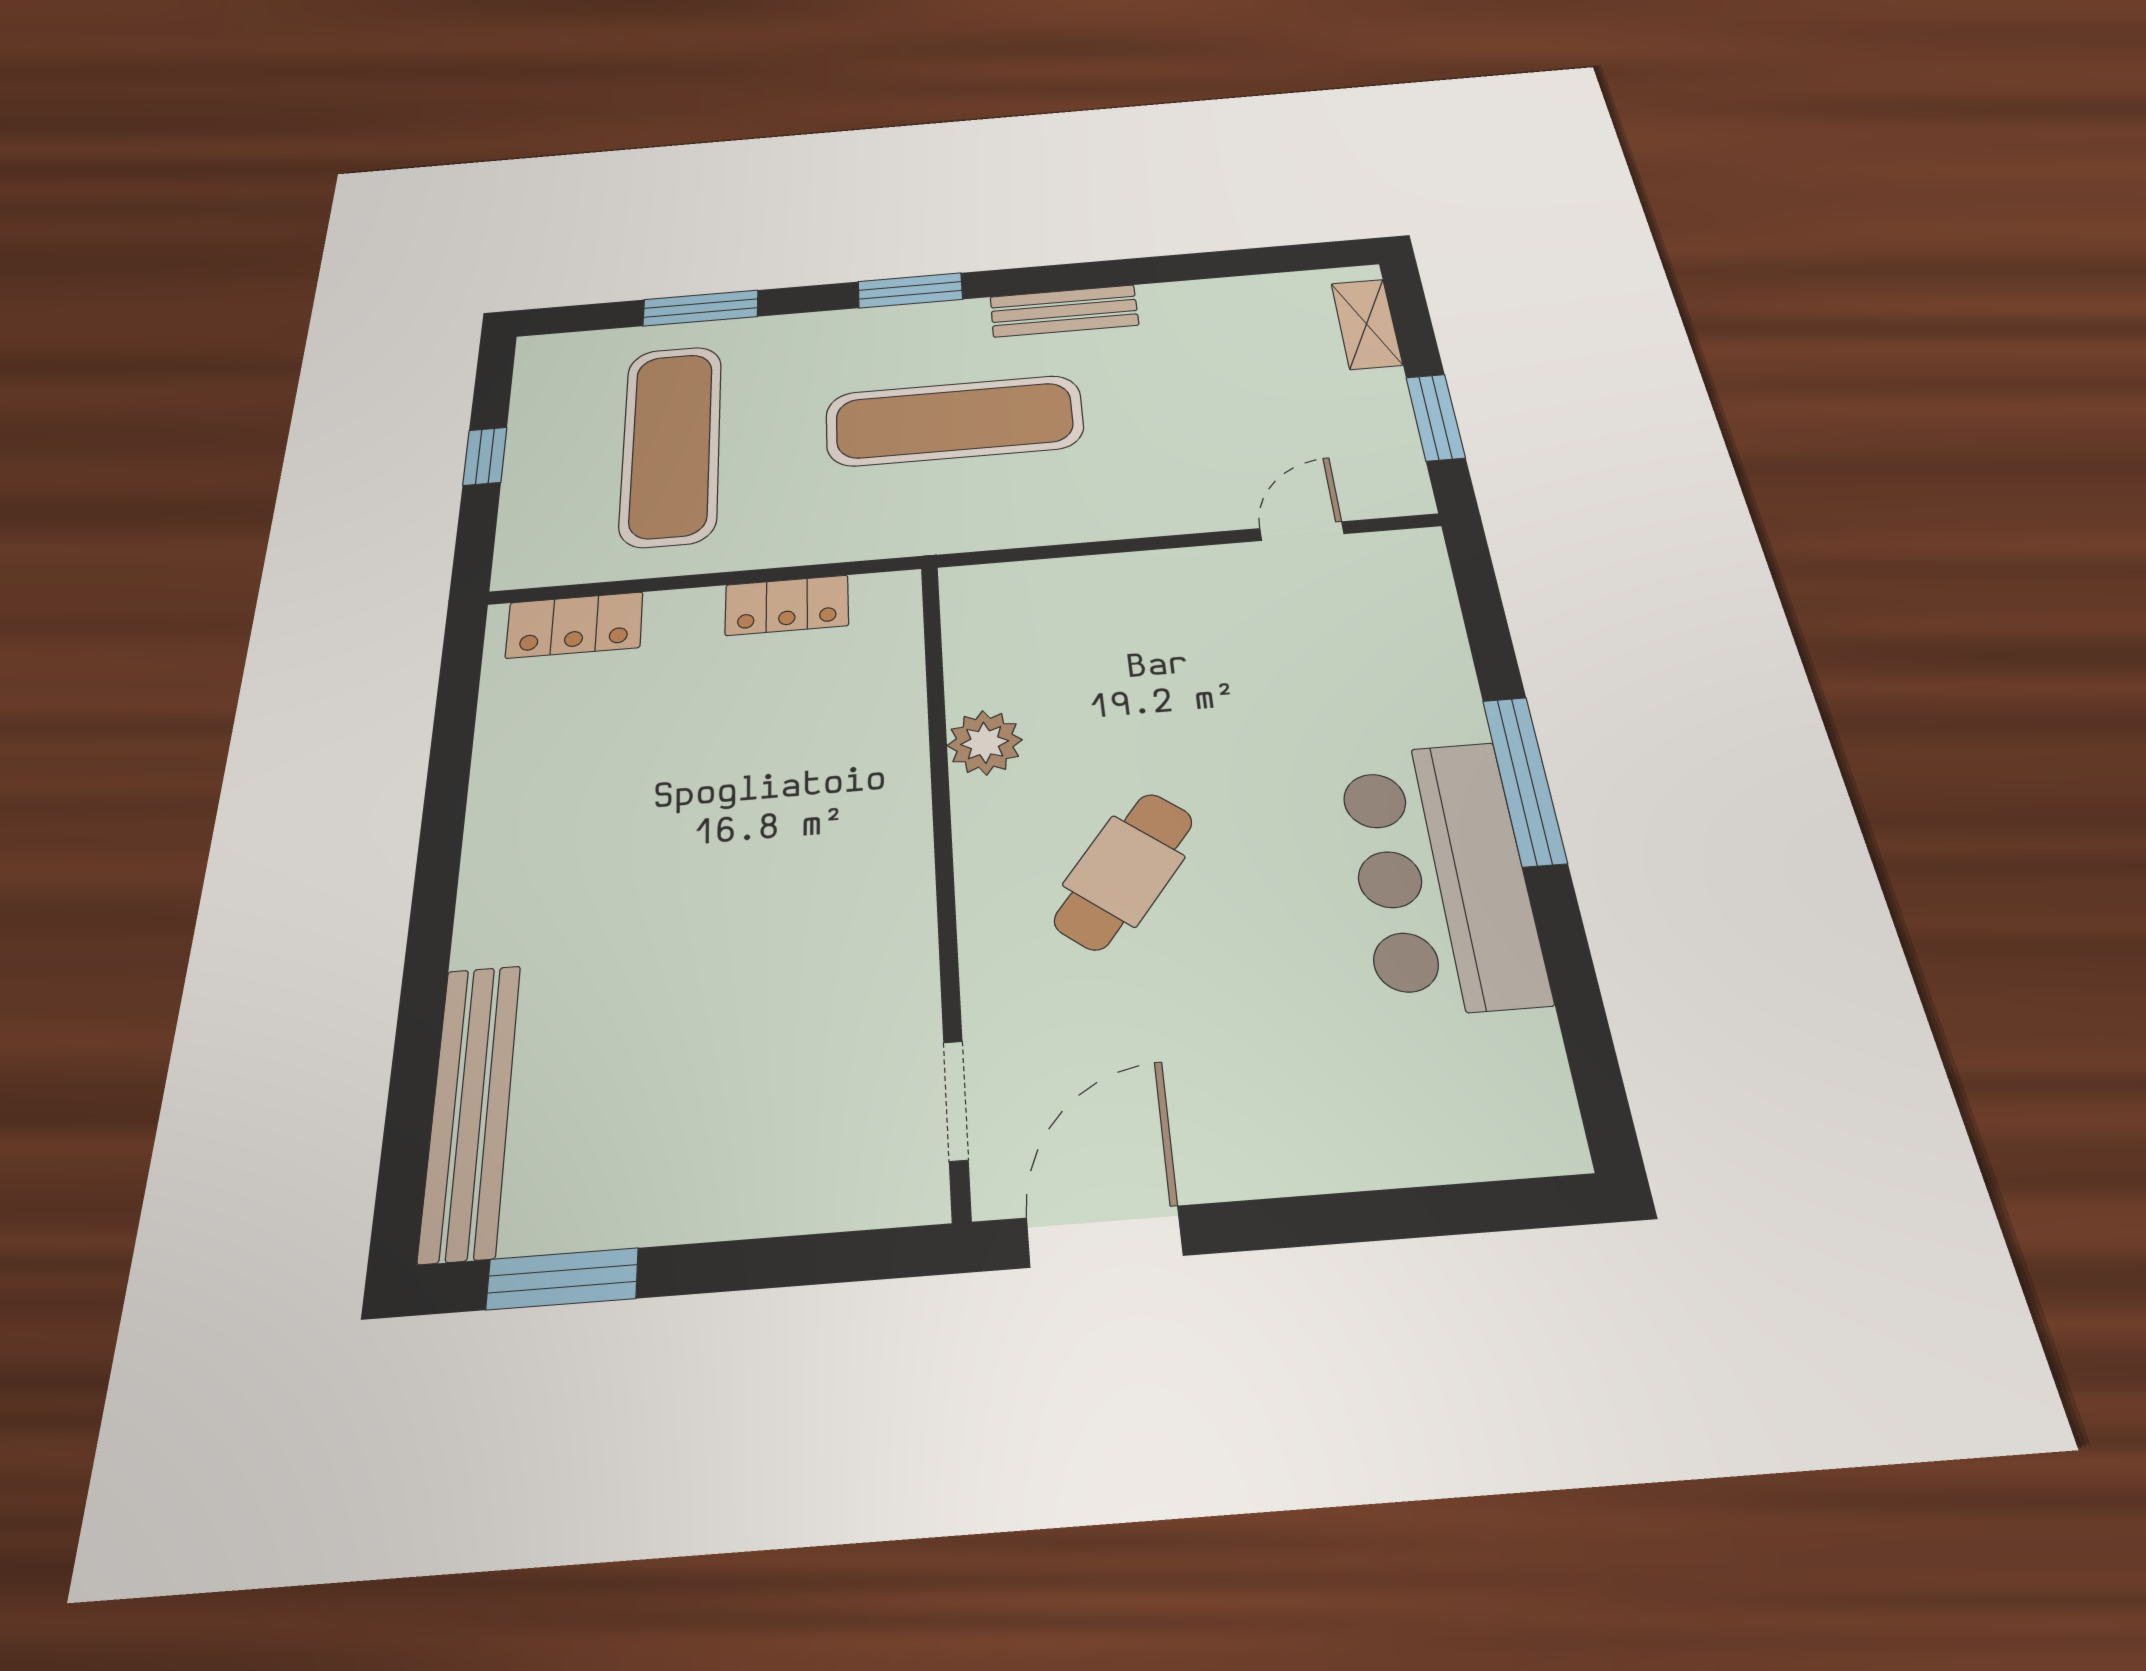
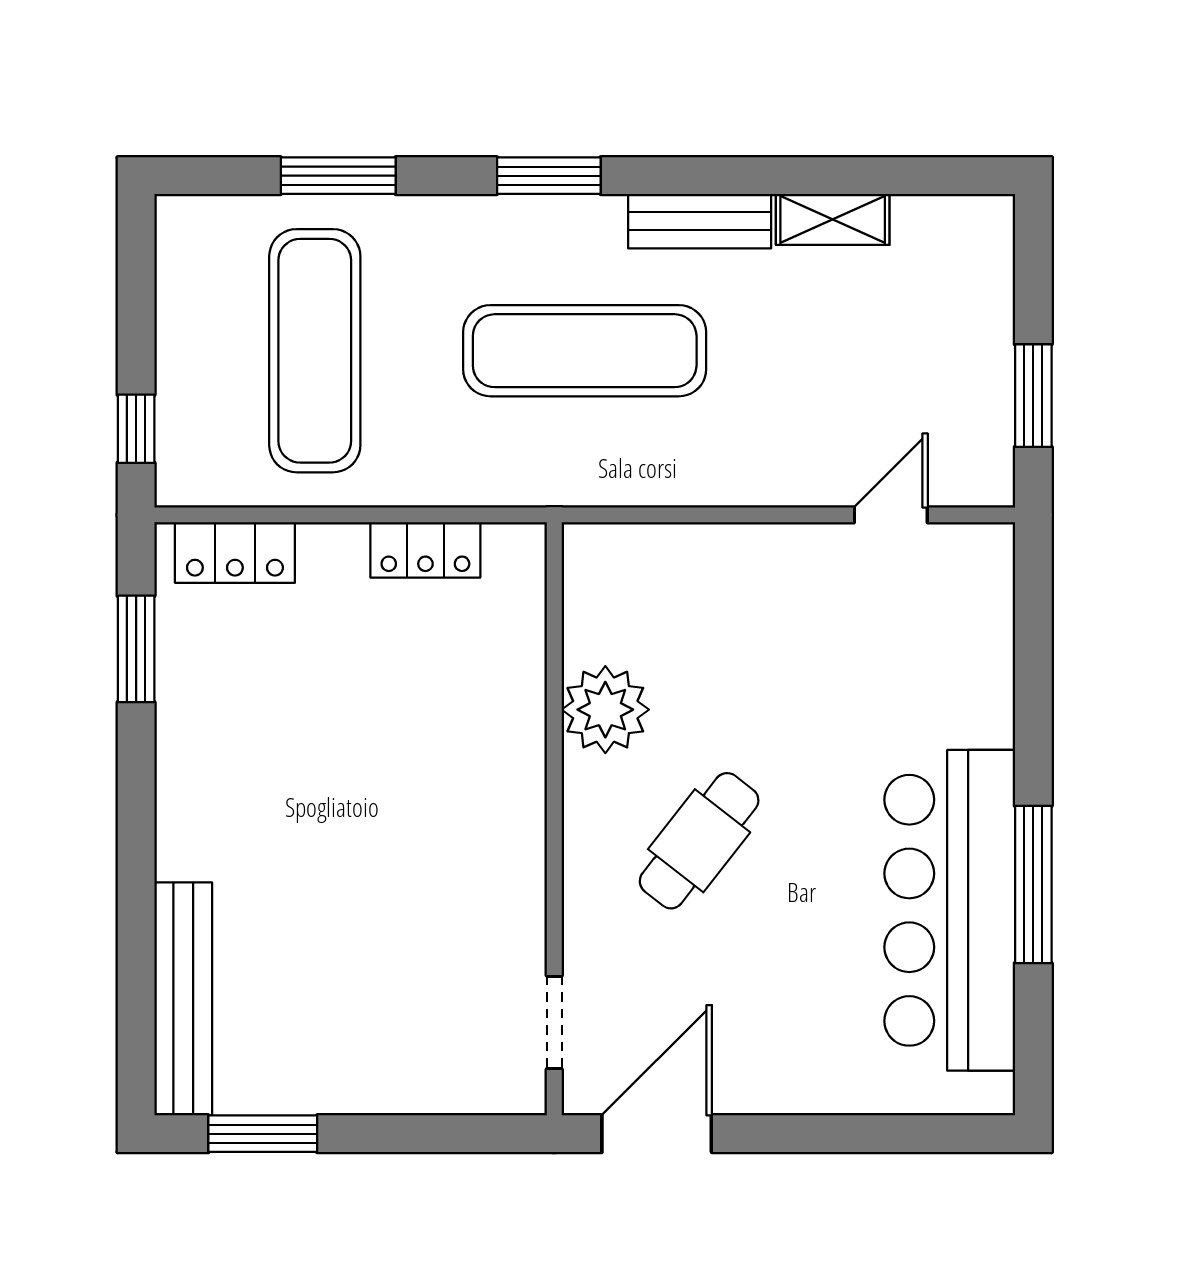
shelving: (1367, 324) -> (833, 219), moved, turned 90
window: (485, 456) -> (136, 429), moved
window: (454, 726) -> (136, 649), added
plant: (985, 743) -> (605, 710), width x1.36, depth x1.36
window: (1524, 780) -> (1033, 884), moved
bar counter: (1441, 876) -> (950, 910), width x1.36

